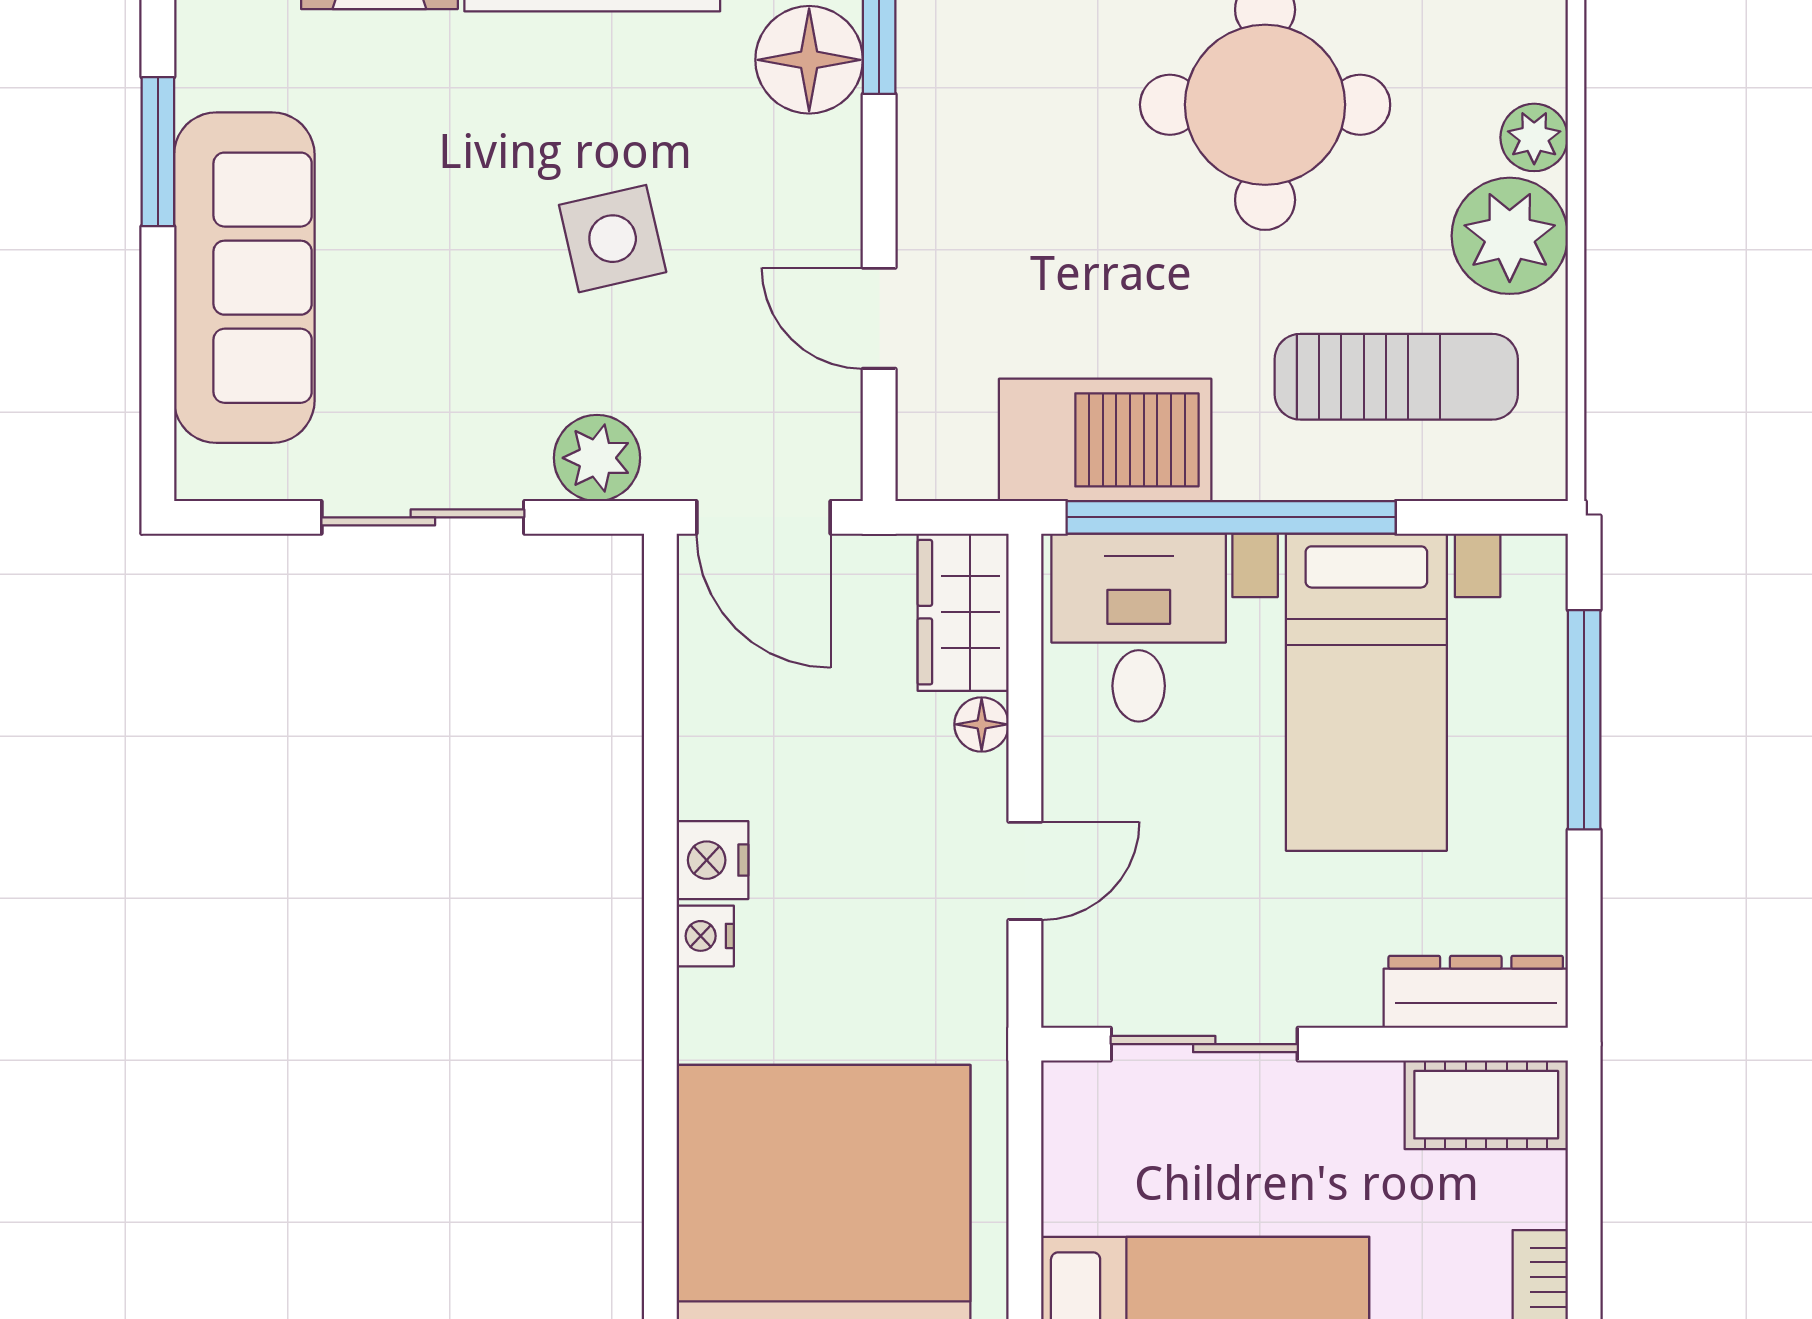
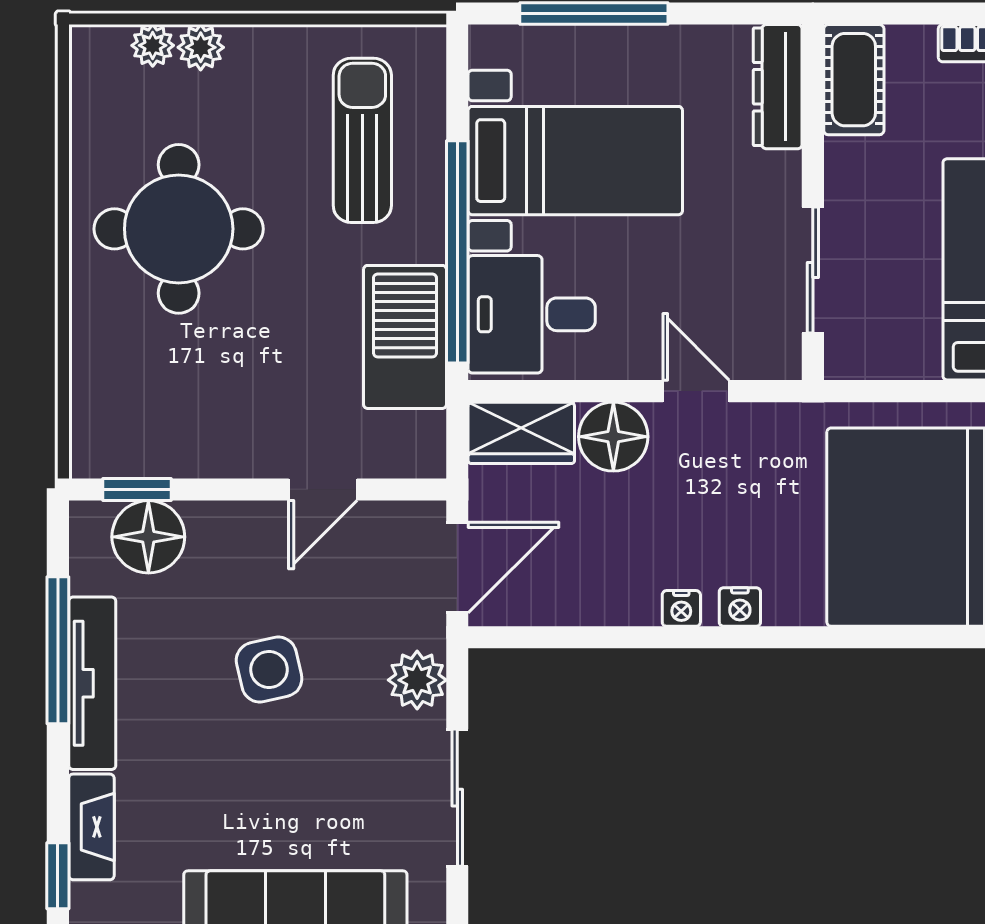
plant: (1510, 236) -> (153, 45), moved, width x0.53, depth x0.53
floor lamp: (982, 724) -> (613, 437), width x1.89, depth x1.89
nightstand: (712, 860) -> (681, 608), width x0.72, depth x0.74

